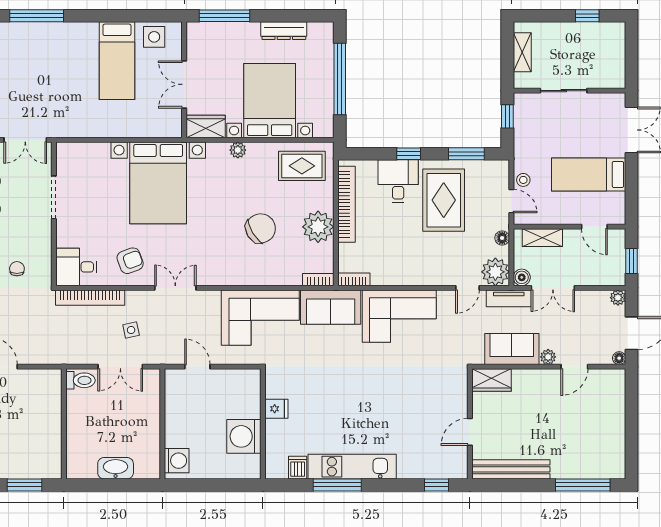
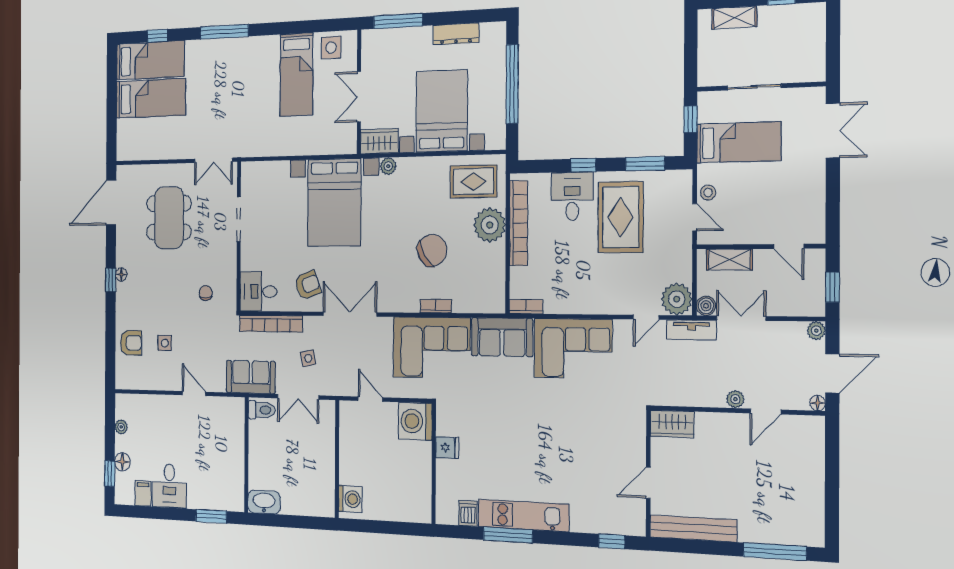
shelving: (522, 52) -> (734, 18), moved, turned 90
plant: (238, 150) -> (388, 166), moved
bed: (589, 174) -> (739, 142), moved, turned 180
plant: (318, 227) -> (490, 225), moved
floor lamp: (502, 238) -> (684, 260), removed
bookcase: (318, 280) -> (436, 306), moved
double door: (175, 288) -> (350, 314), width x1.37
double door: (553, 288) -> (741, 318), swing flipped
sofa: (512, 349) -> (251, 377), moved
washing machine: (244, 436) -> (415, 421), moved
washbasin: (116, 468) -> (264, 502), moved

